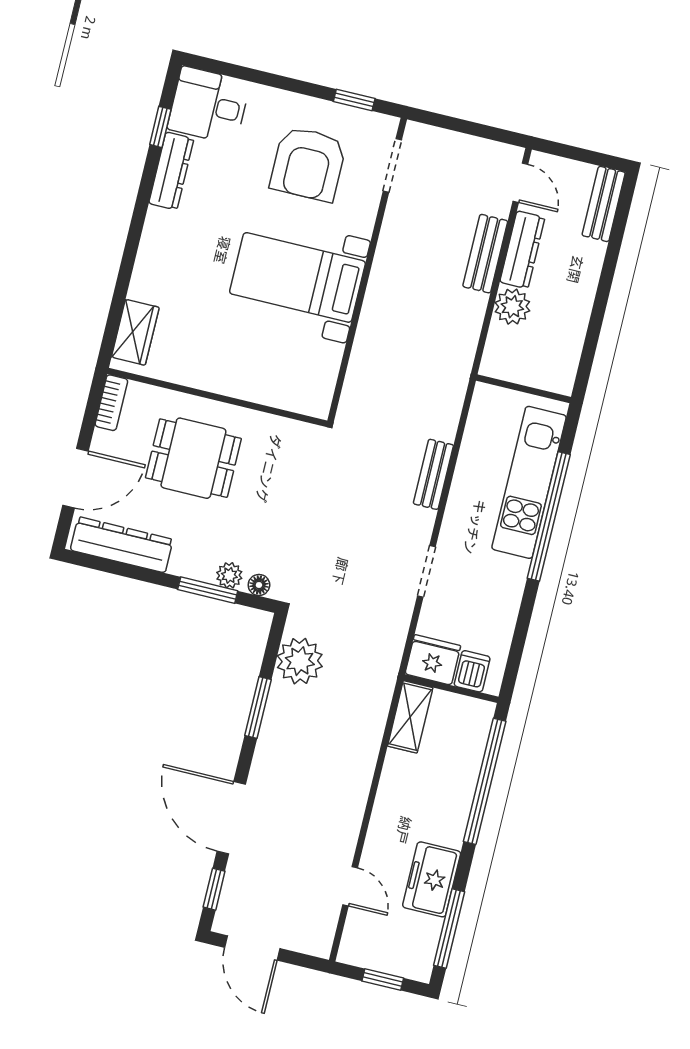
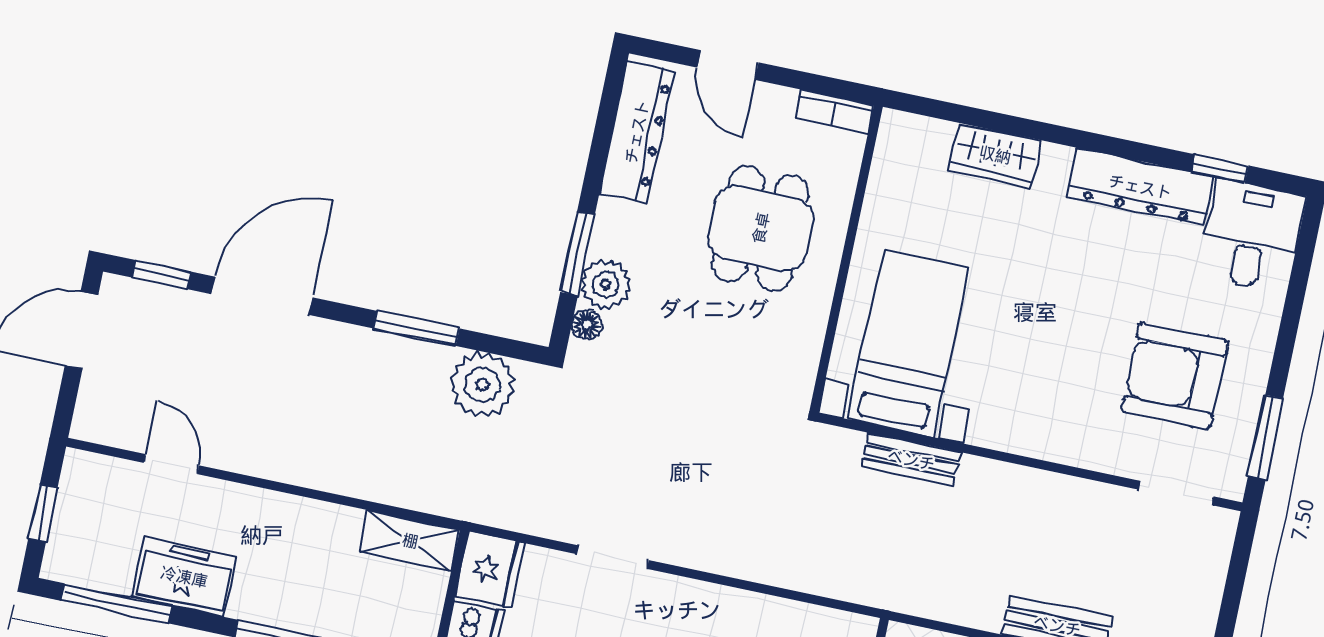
window: (354, 100) -> (1265, 437), width x1.50
dresser: (171, 171) -> (1140, 187), width x1.37, depth x1.24
bed with nightstands: (298, 277) -> (908, 343), moved
wardrobe: (135, 332) -> (995, 155), moved
bench: (433, 474) -> (911, 460), moved
door: (75, 478) -> (728, 65), width x0.73
plant: (229, 575) -> (606, 285), width x1.38, depth x1.38
door: (350, 886) -> (171, 464), swing flipped

